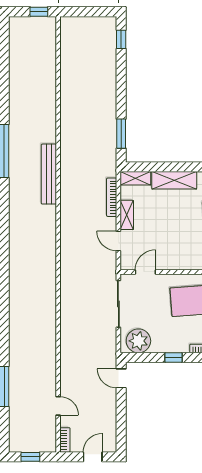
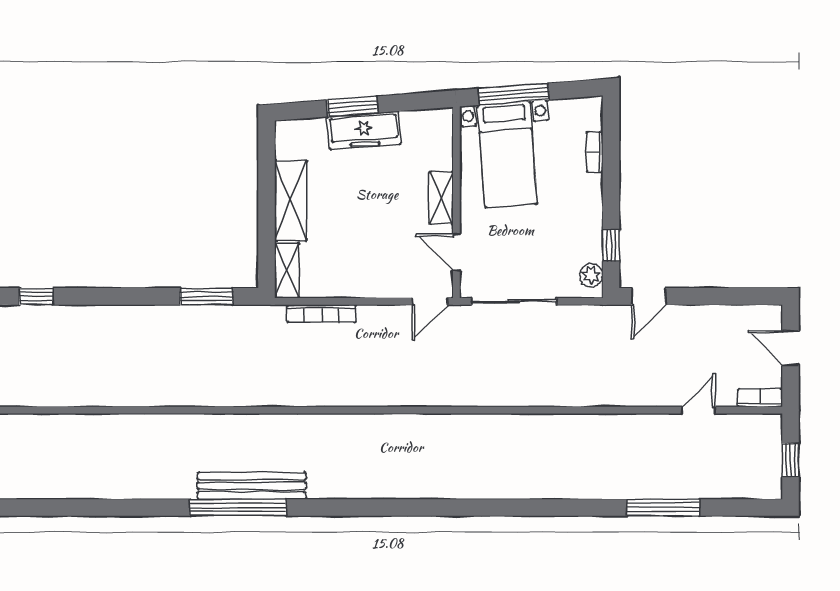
bench: (49, 174) -> (252, 486), moved
shelving: (127, 215) -> (441, 198), moved, turned 90
door: (118, 241) -> (430, 301), moved
plant: (138, 341) -> (591, 275), width x0.53, depth x0.53
window: (173, 358) -> (611, 246), moved

